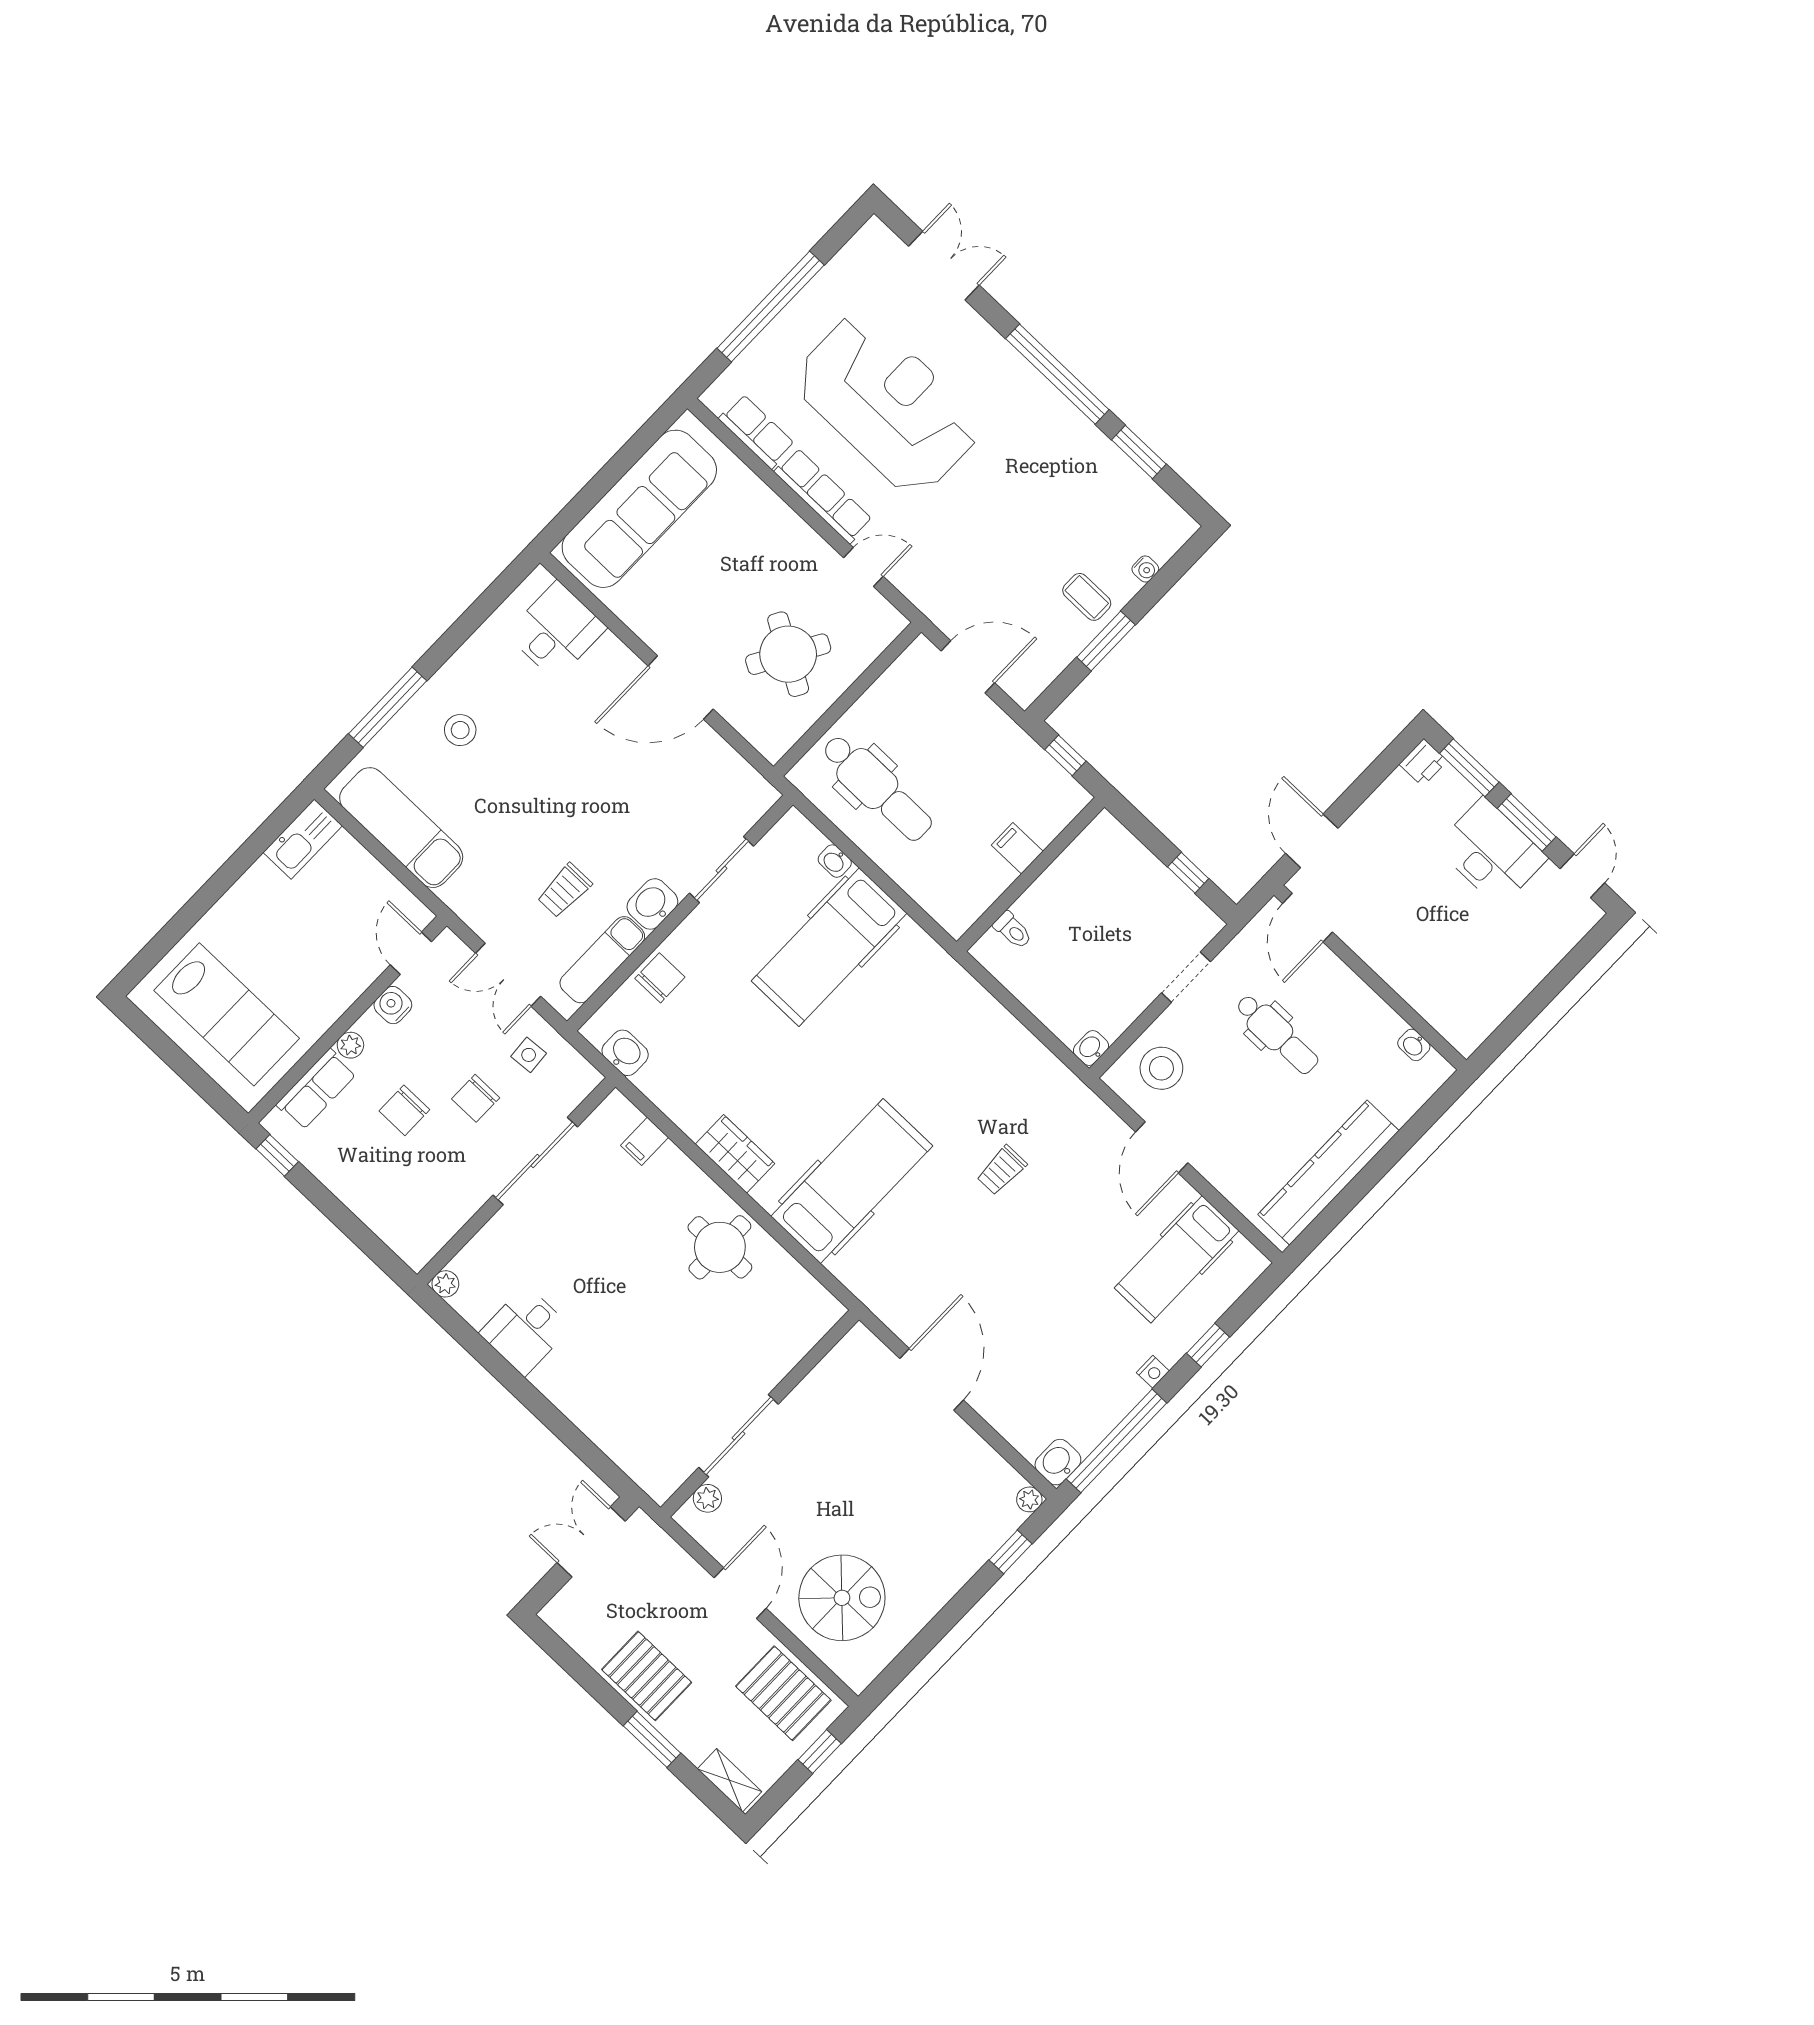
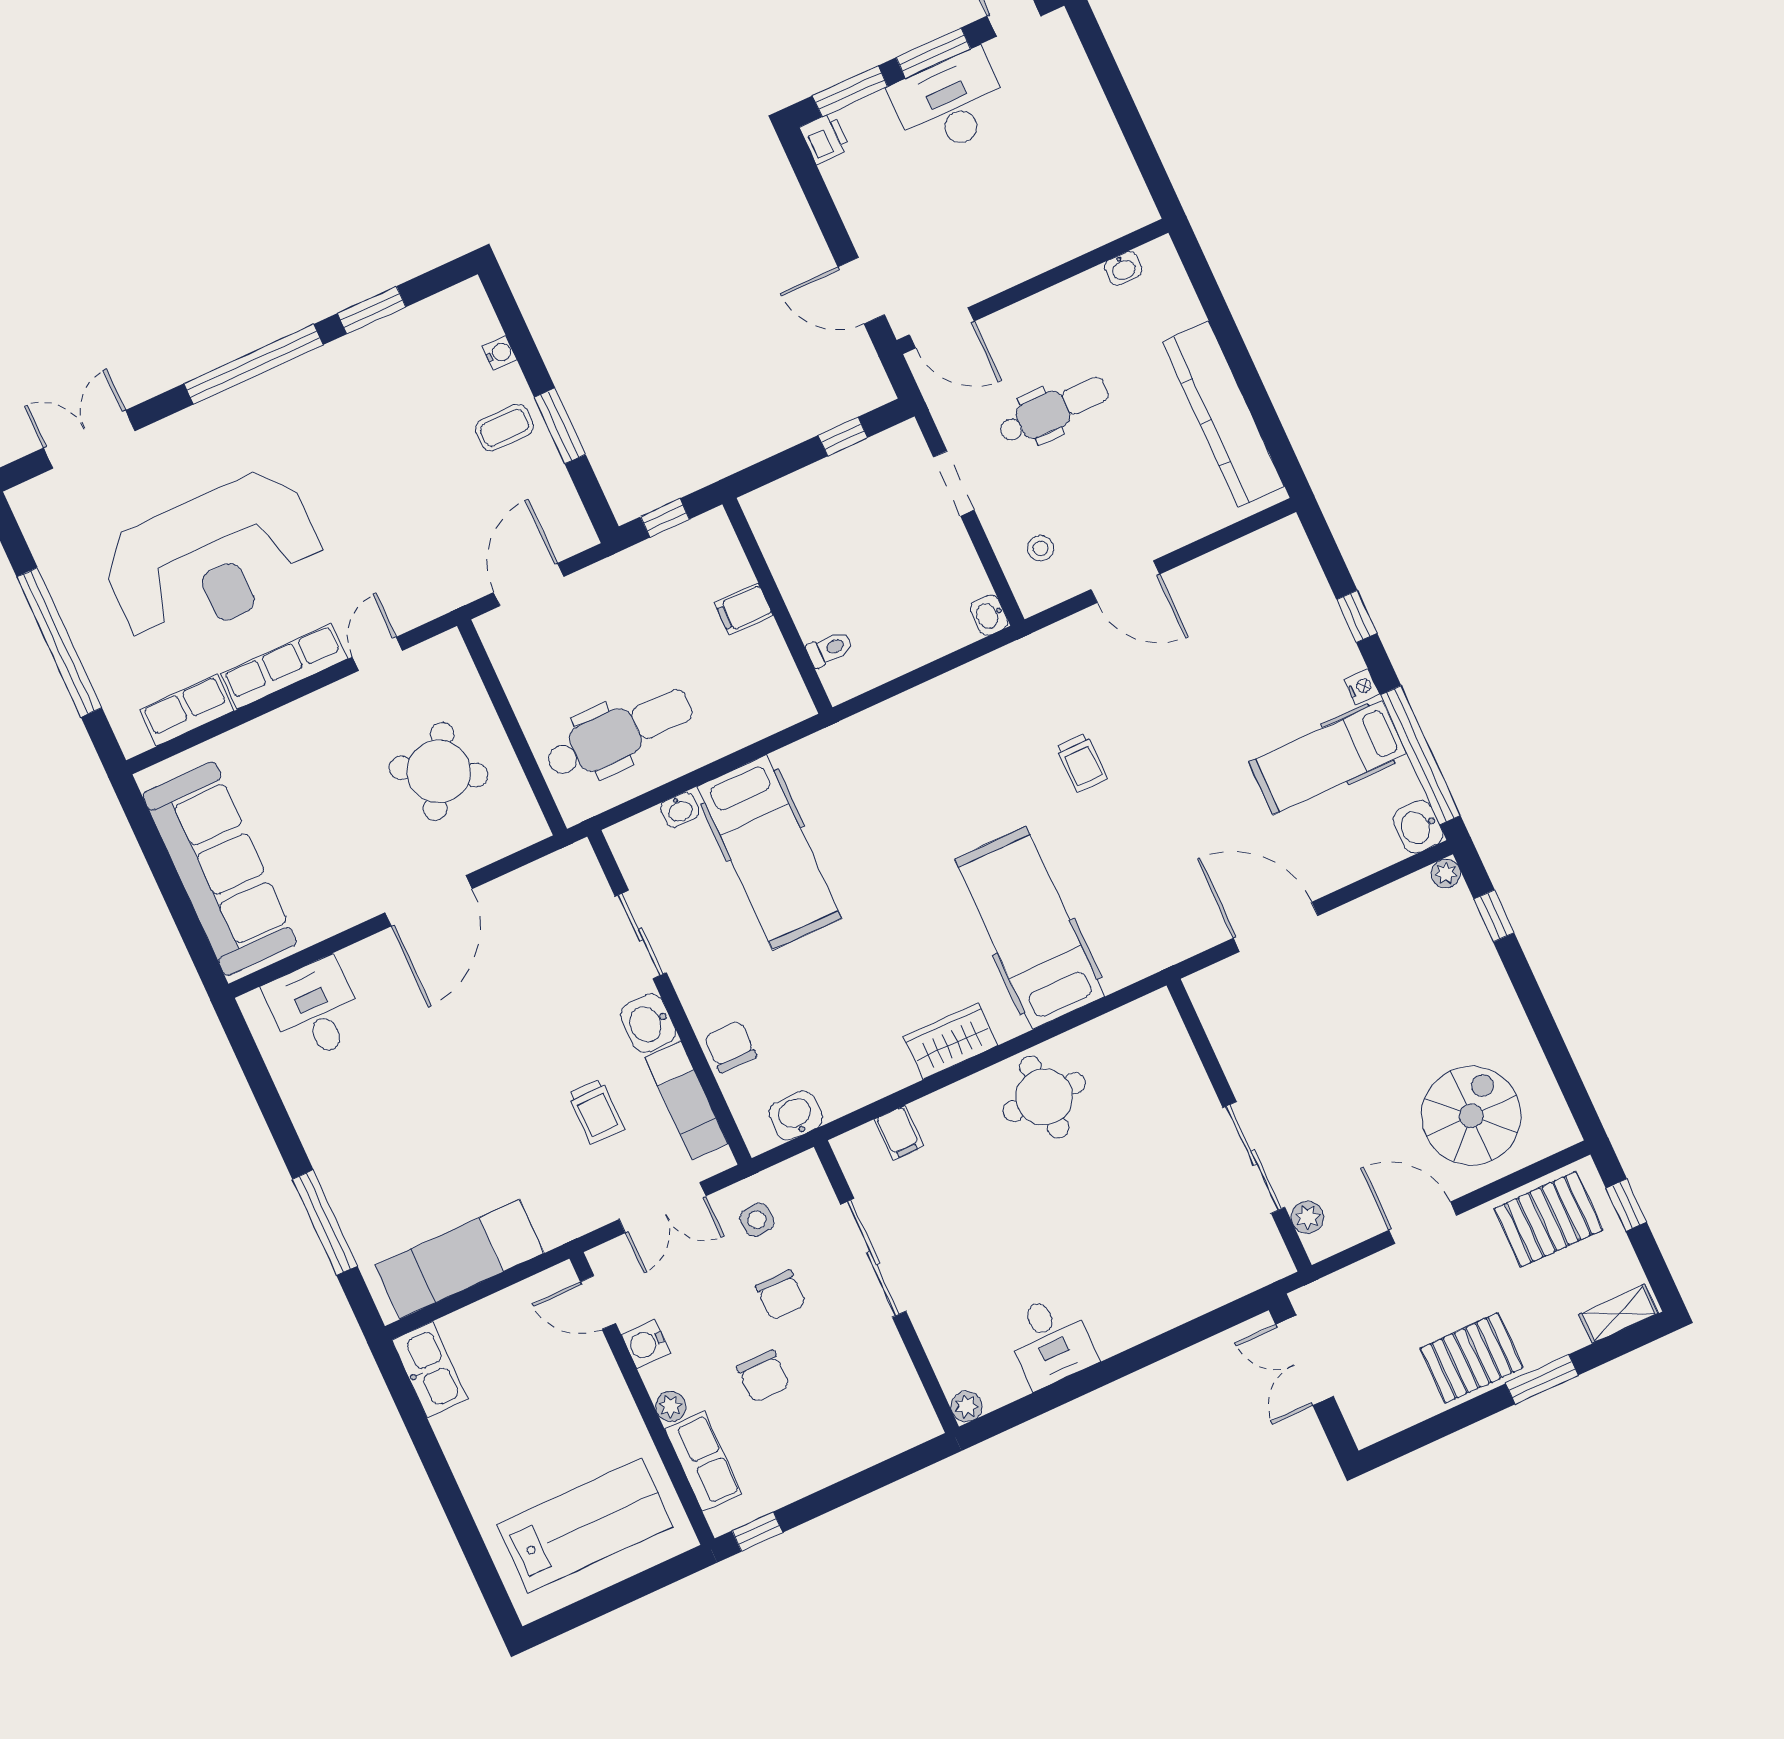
reception desk: (887, 404) -> (213, 559), turned 180
stool: (460, 730) -> (380, 1155), removed
stool: (1161, 1068) -> (1041, 548), width x0.53, depth x0.53
hospital bed: (1177, 1259) -> (1328, 758), moved, turned 90

